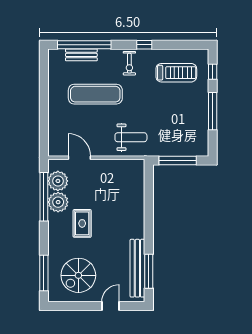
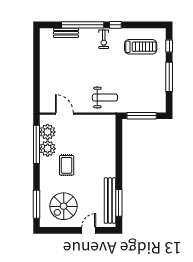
window: (84, 45) -> (83, 25), moved
exercise mat: (95, 94) -> (77, 64), removed

